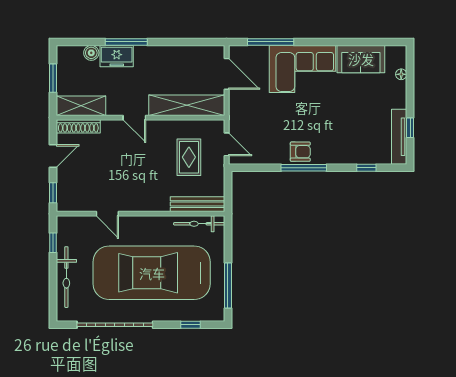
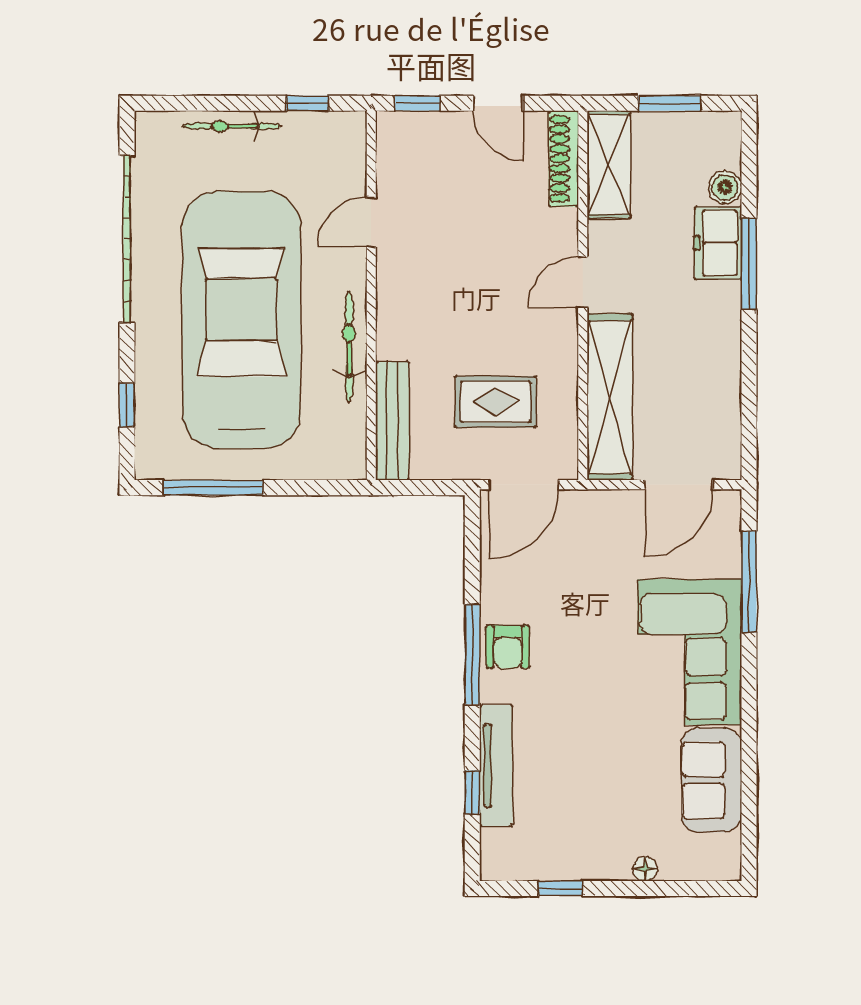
floor lamp: (401, 74) -> (645, 869), moved
tv unit: (399, 137) -> (496, 766), moved, turned 90
door: (227, 144) -> (524, 485), width x1.38
bicycle: (199, 224) -> (349, 347), moved
bicycle: (66, 277) -> (232, 126), width x0.73, depth x0.71

